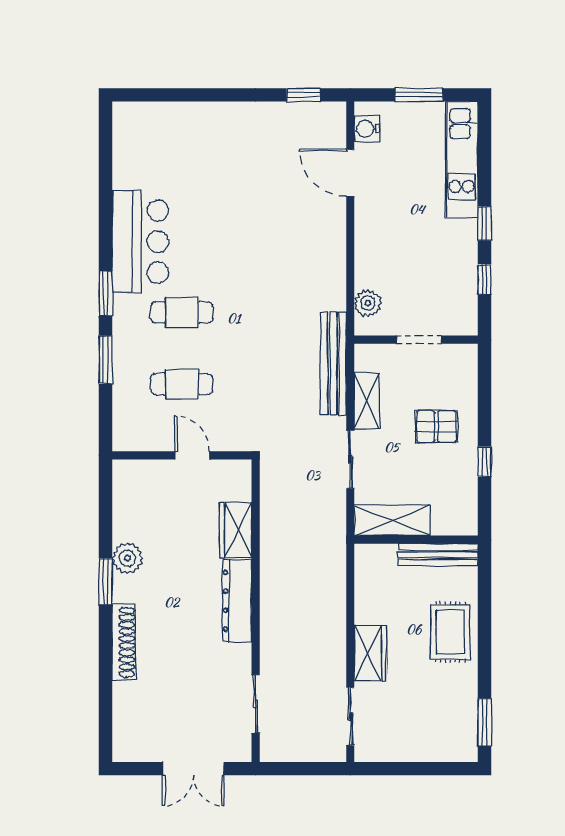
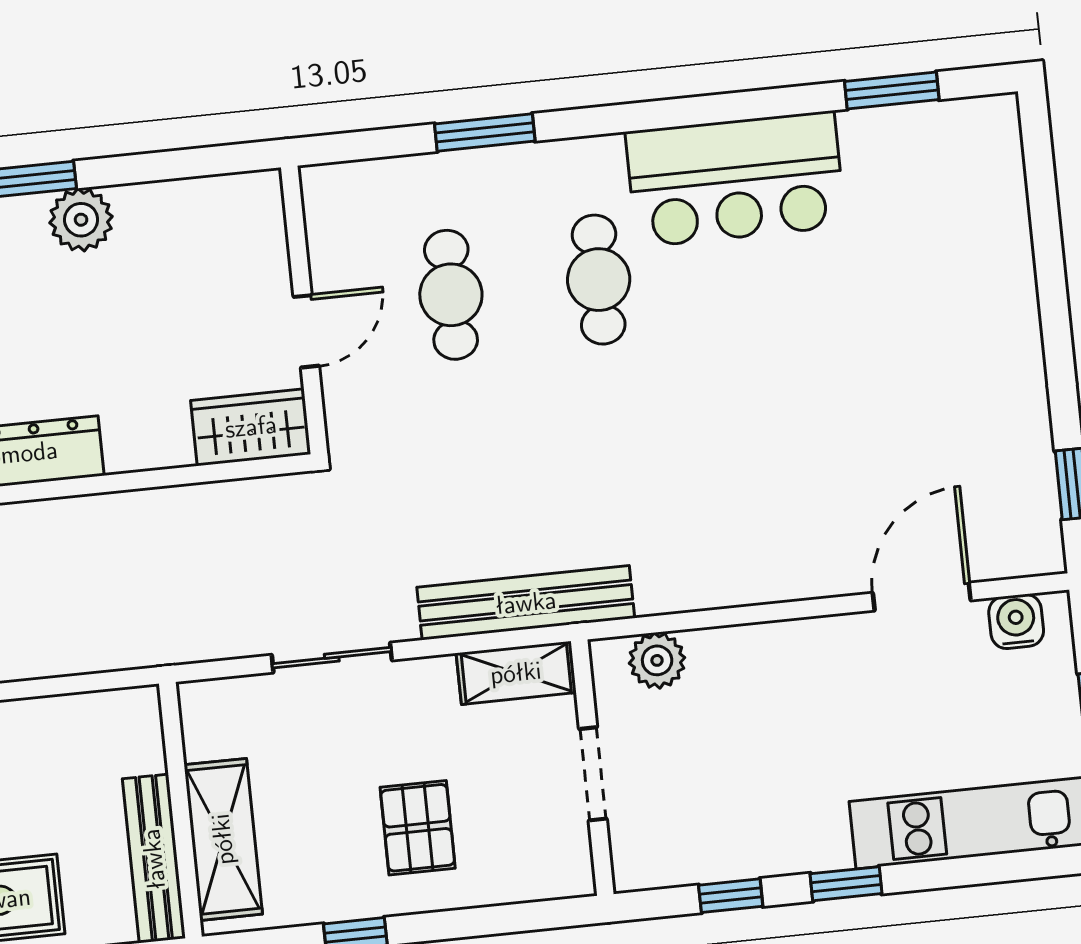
window: (106, 293) -> (892, 90), moved
shelving: (367, 401) -> (516, 673), moved
shelving: (392, 521) -> (223, 839), moved
wardrobe: (236, 530) -> (251, 427), moved

